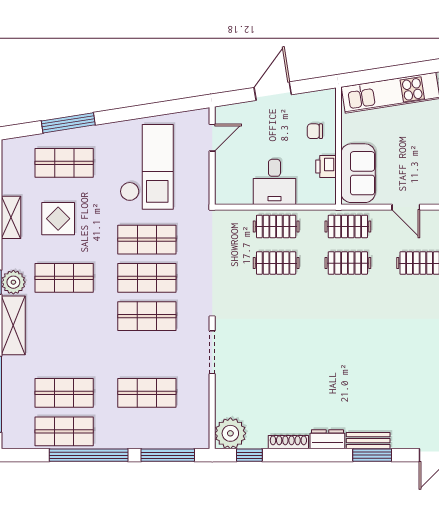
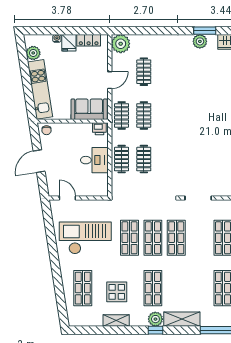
door: (273, 91) -> (39, 161), hinge flipped
window: (68, 123) -> (58, 286), removed
chair: (315, 131) -> (46, 130), moved
printer: (326, 167) -> (99, 129), moved

